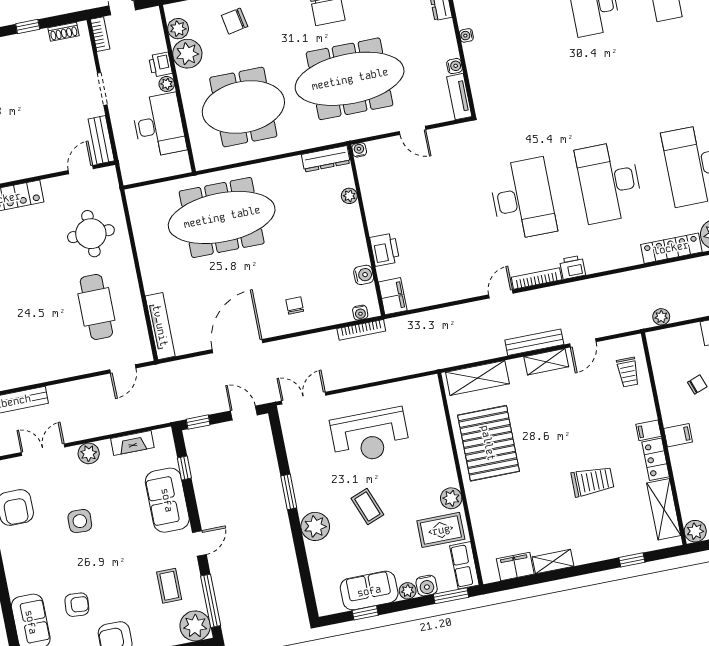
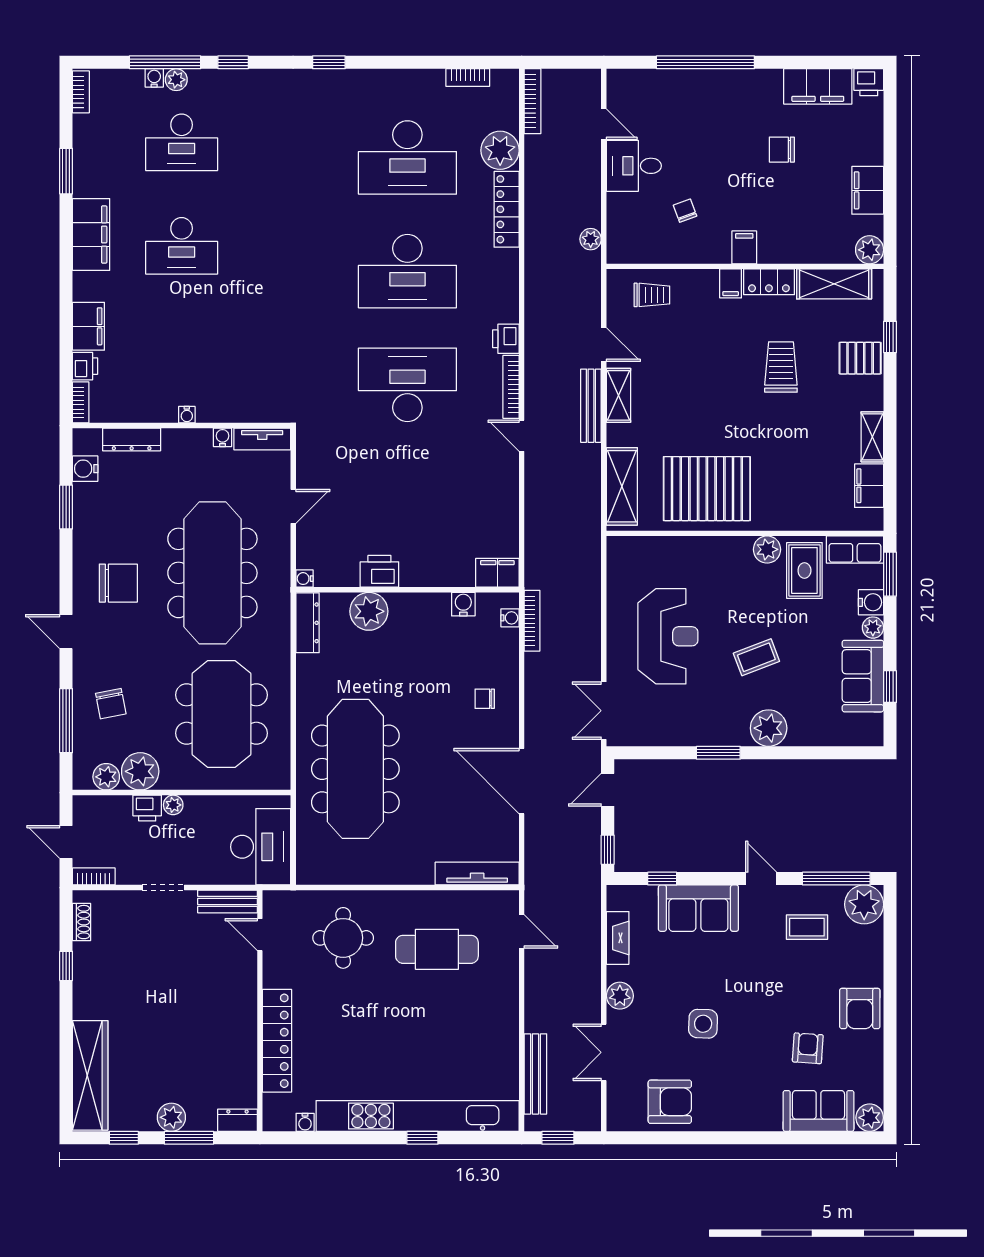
desk: (159, 125) -> (261, 847), moved, turned 90
plant: (349, 196) -> (369, 611), width x1.88, depth x1.88
printer: (385, 250) -> (379, 571), moved
pallet: (611, 540) -> (860, 358), added

